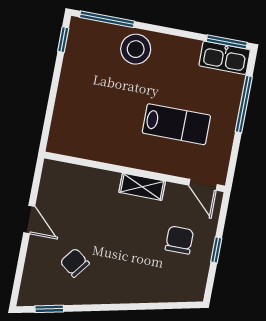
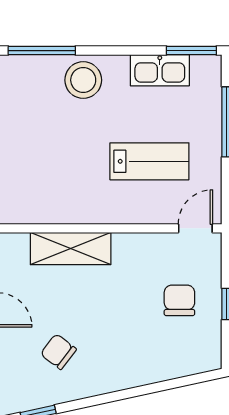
kitchen sink: (225, 58) -> (160, 70), moved
door: (203, 185) -> (195, 228), swing flipped
shelving: (142, 187) -> (71, 249), moved, width x1.50, depth x1.33

